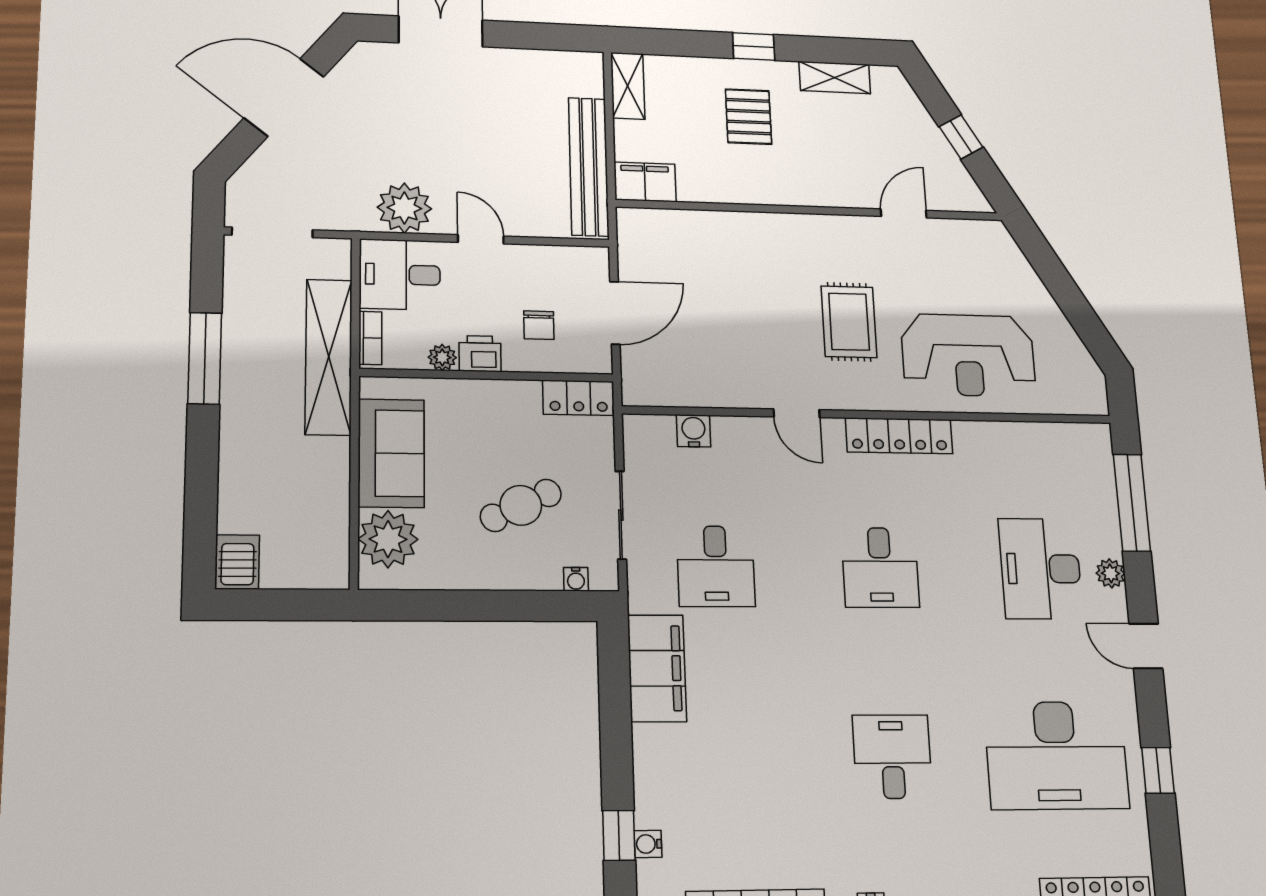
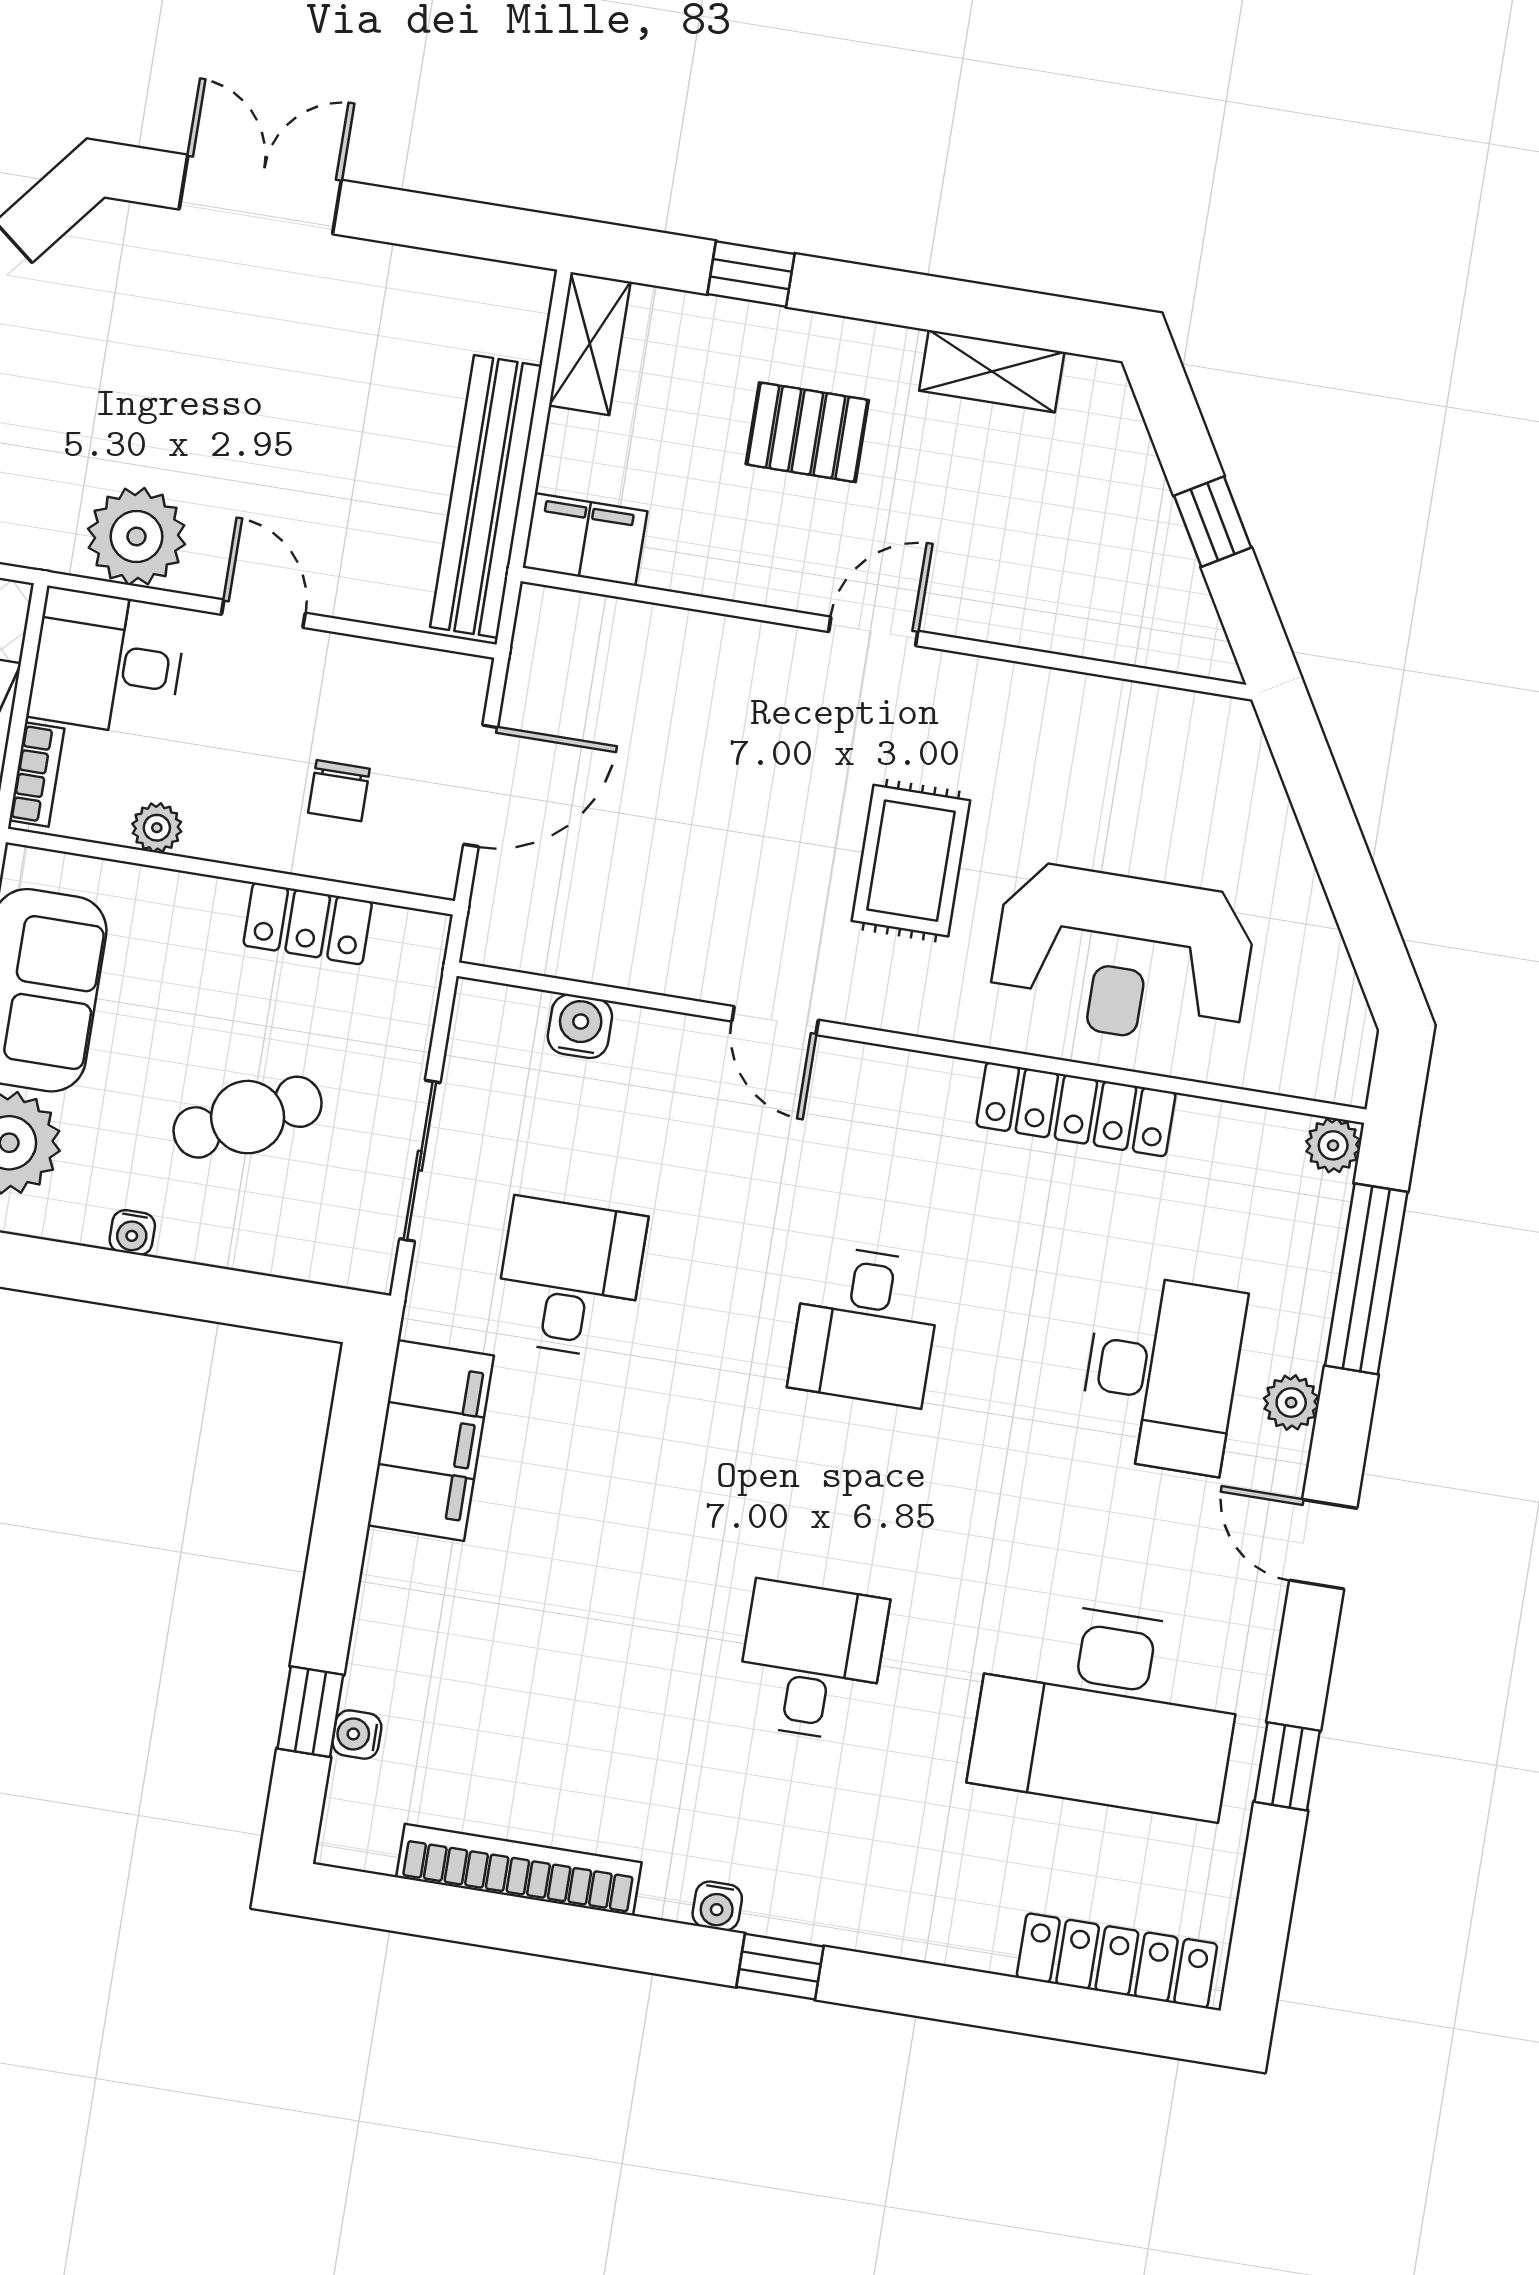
window: (754, 46) -> (751, 274), moved
pallet: (749, 117) -> (807, 432), turned 90
door: (904, 213) -> (873, 631), moved
printer: (480, 354) -> (225, 830), removed
locker: (579, 398) -> (308, 923), moved
locker: (899, 436) -> (1076, 1109), moved
plant: (1098, 437) -> (1333, 1145), added
desk: (716, 566) -> (570, 1278), turned 180
desk: (1041, 569) -> (1162, 1374), turned 180
water cooler: (576, 579) -> (132, 1233), moved

